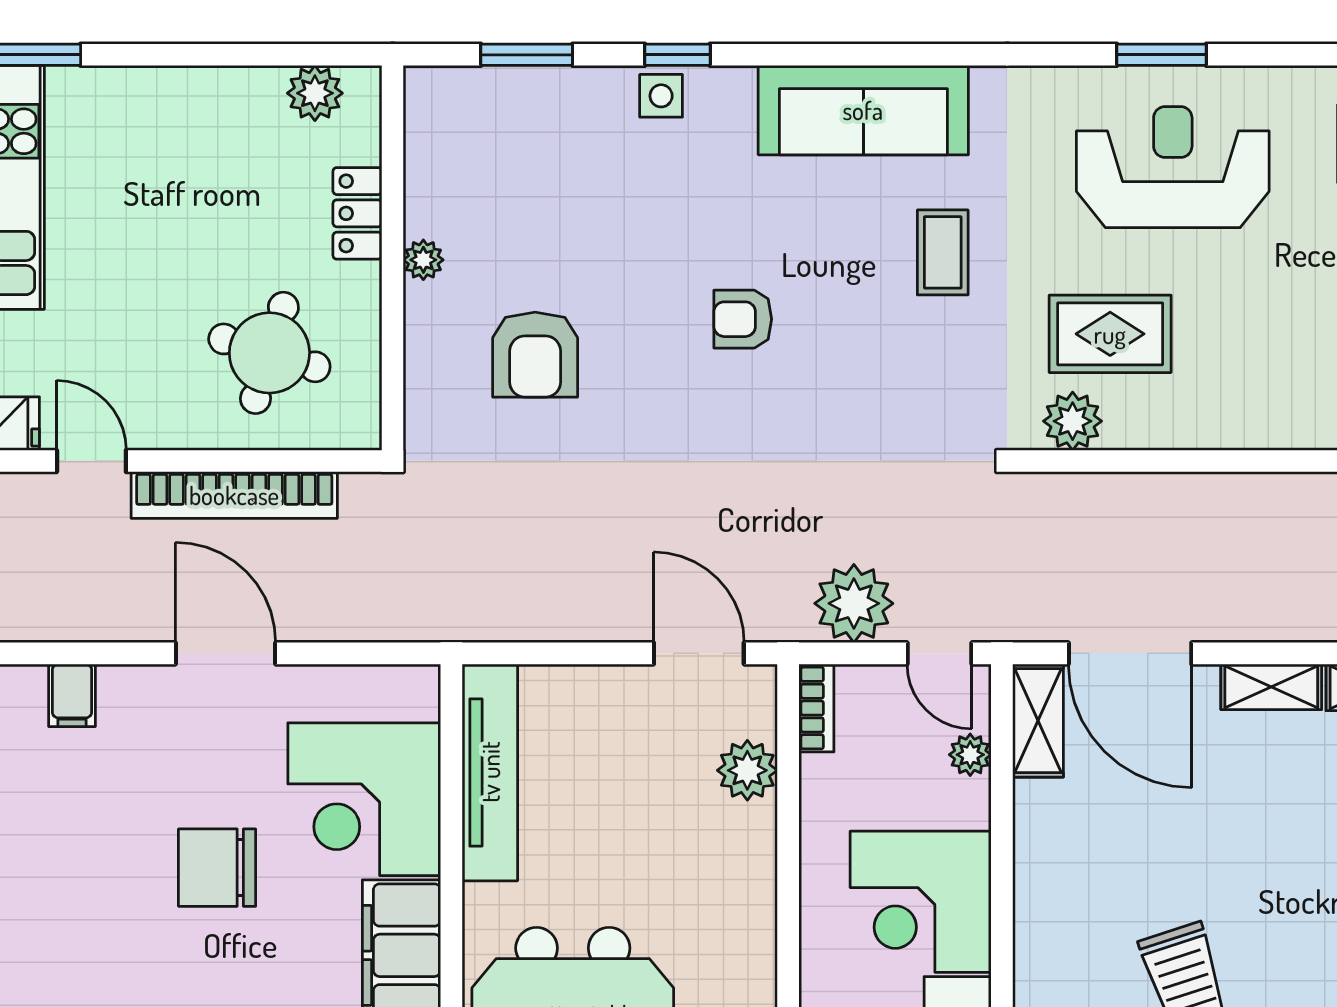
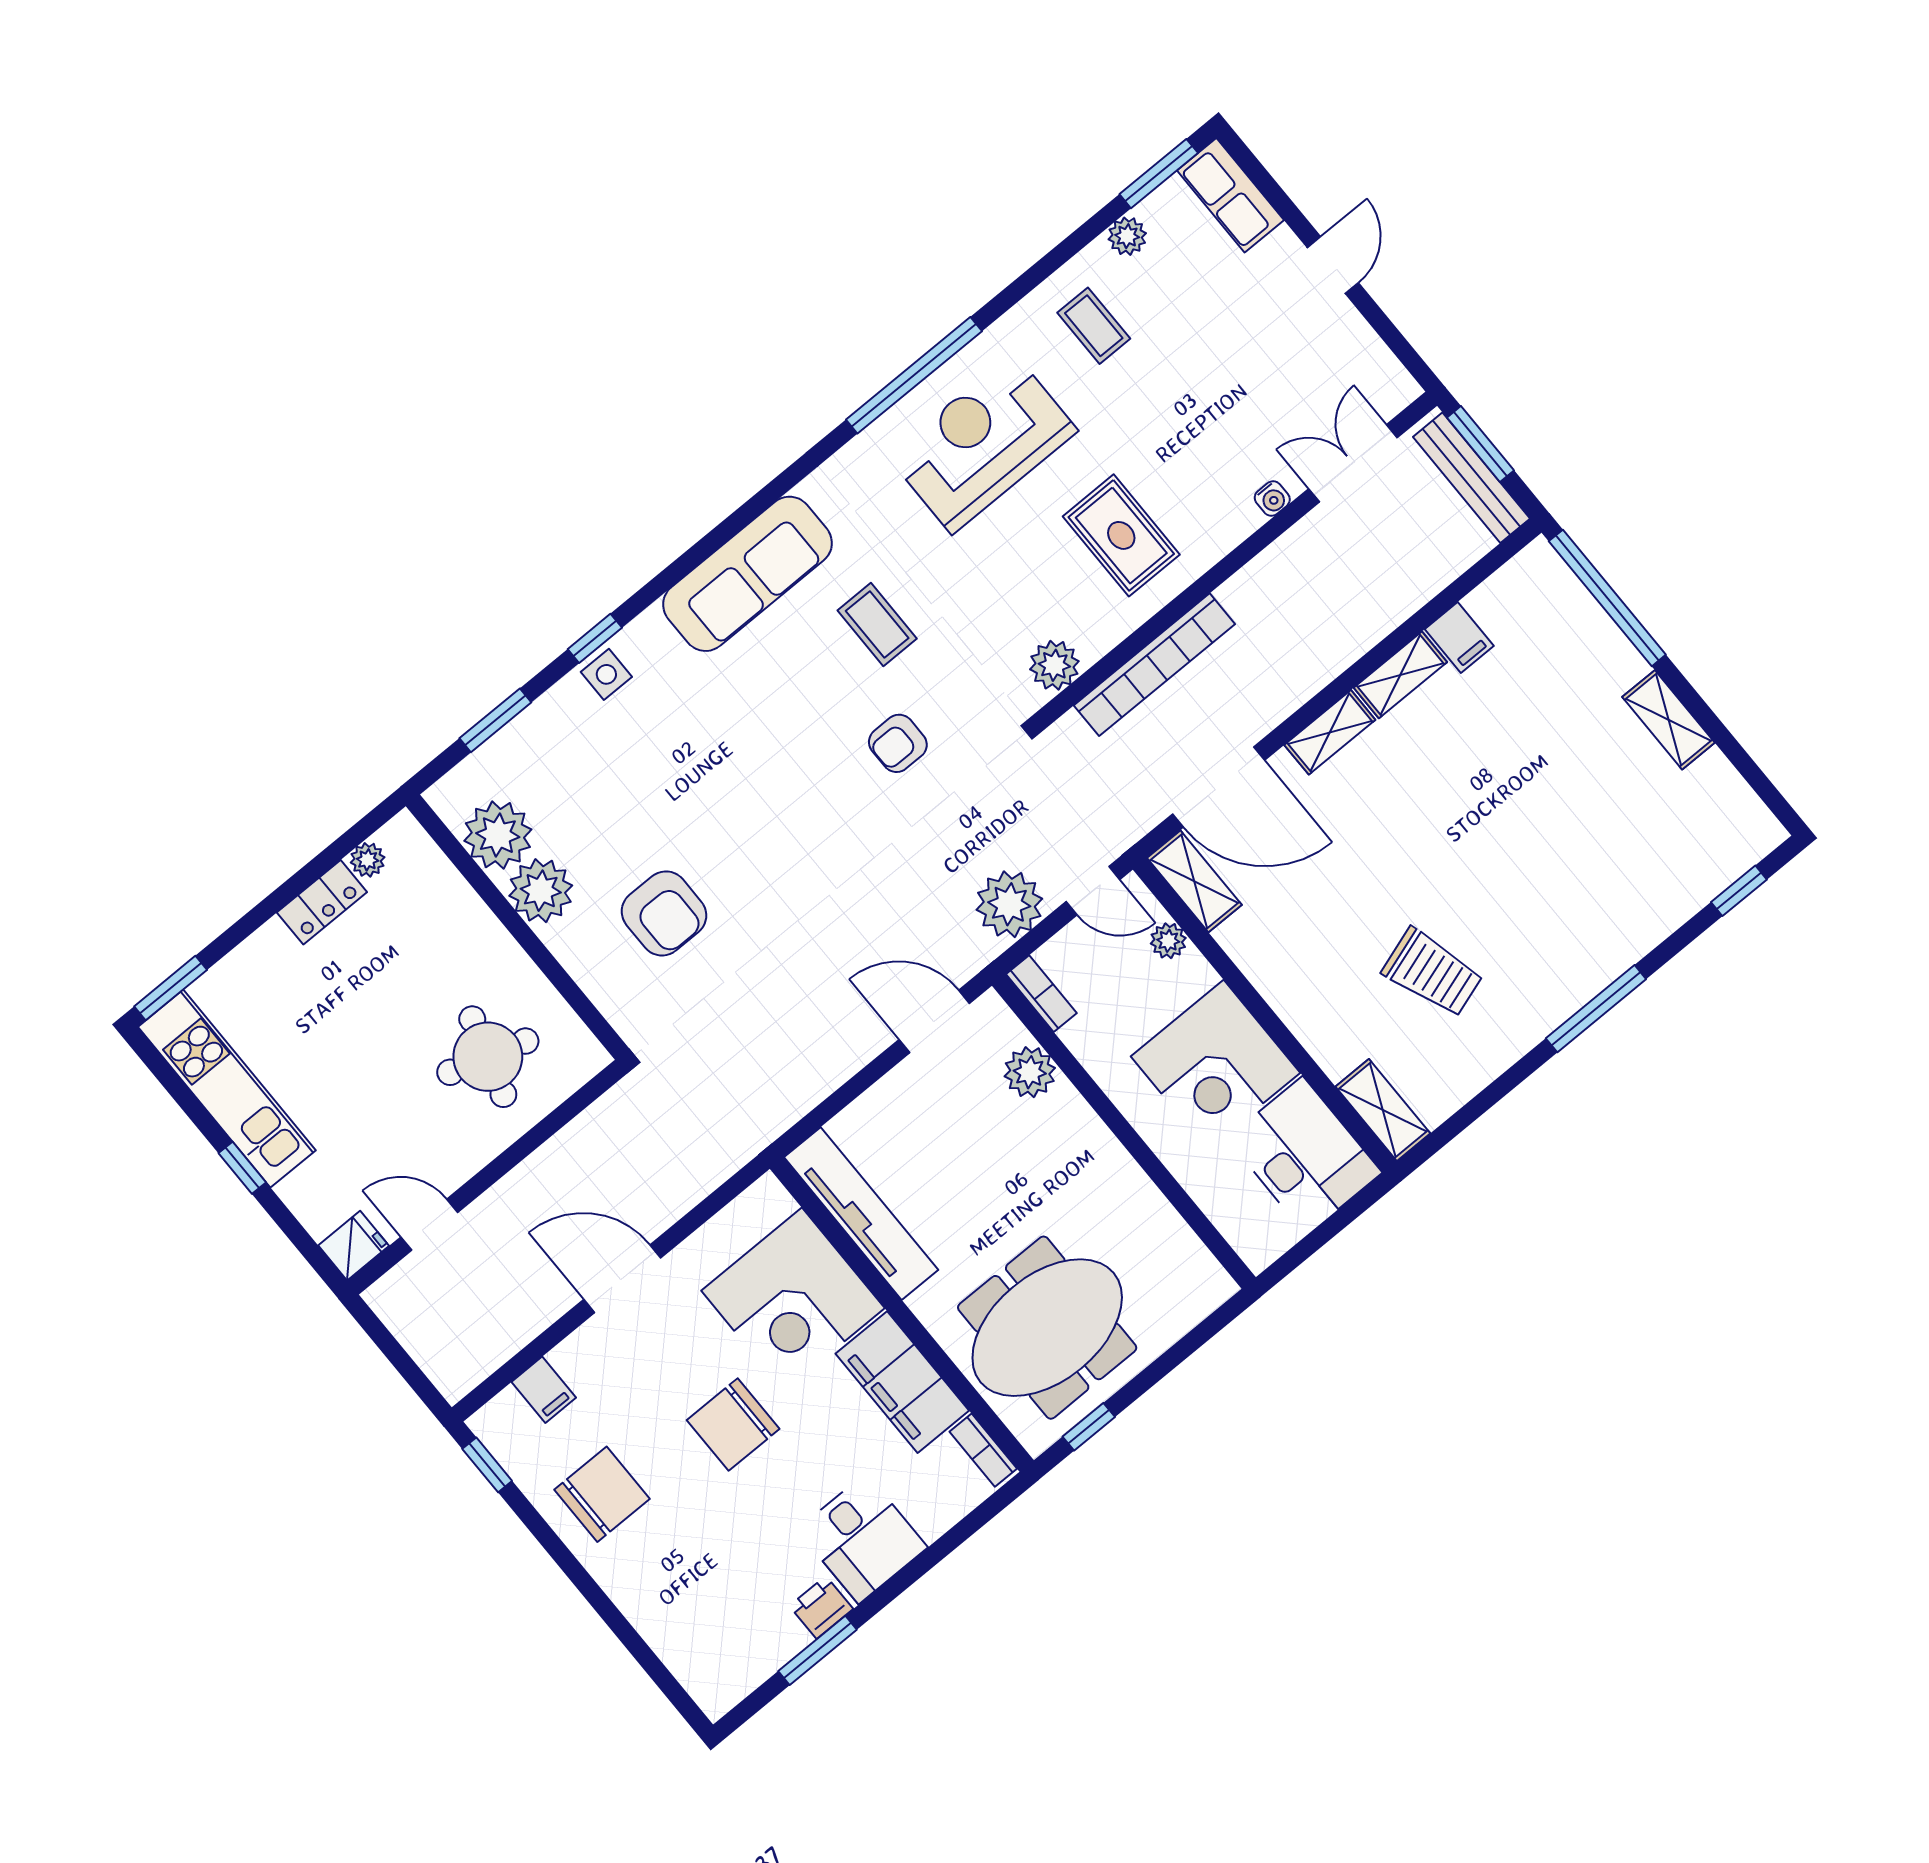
window: (1162, 55) -> (914, 375), width x2.11
plant: (315, 93) -> (368, 860), width x0.73, depth x0.73
plant: (443, 160) -> (498, 835), added
locker: (357, 213) -> (322, 902), moved, turned -90
plant: (423, 260) -> (541, 891), width x1.88, depth x1.88
armchair: (743, 319) -> (898, 743), moved
rug: (1110, 334) -> (1121, 535), moved, turned 90
bookcase: (234, 495) -> (1154, 665), moved
chair: (47, 833) -> (602, 1494), added

